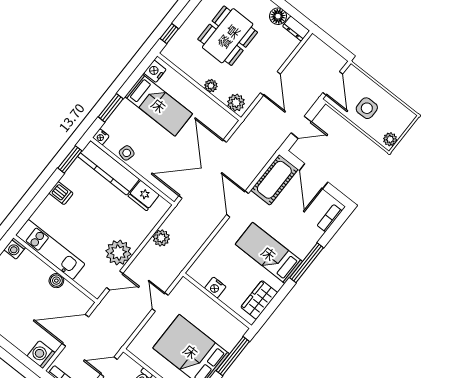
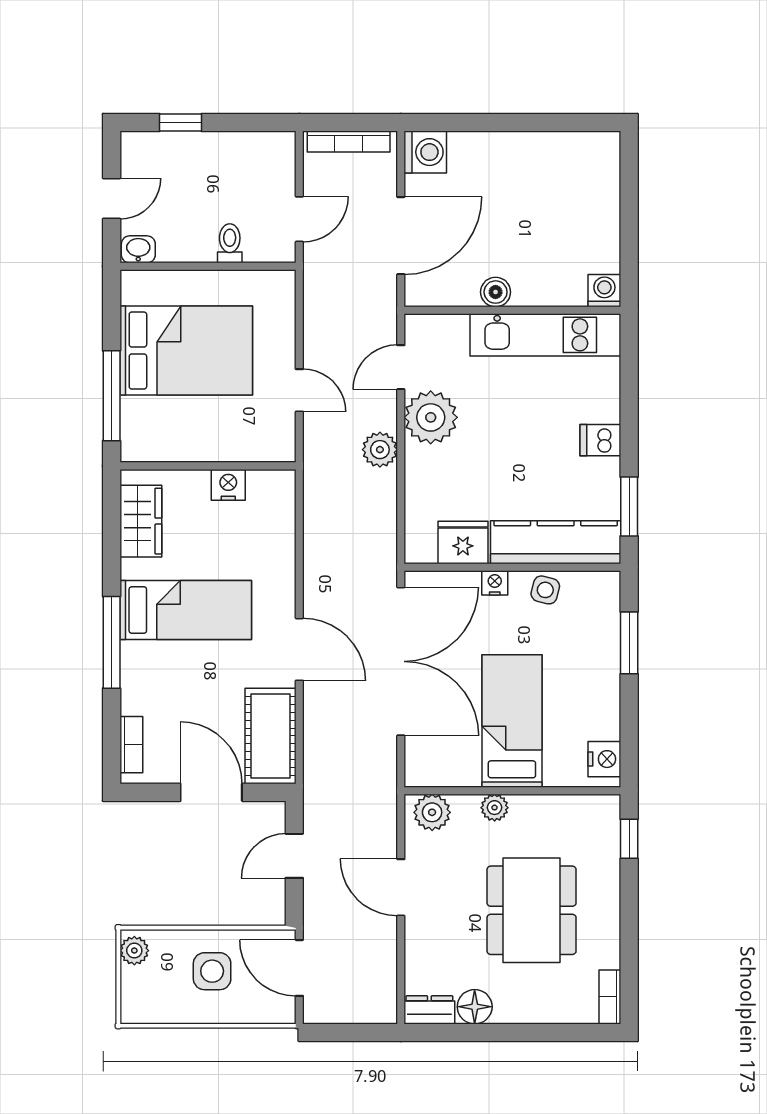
bed: (159, 105) -> (512, 721), moved, turned 90
nightstand: (101, 137) -> (495, 583), moved
plant: (161, 238) -> (380, 450), moved

